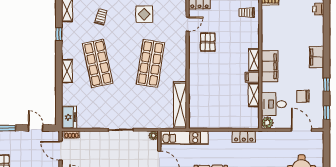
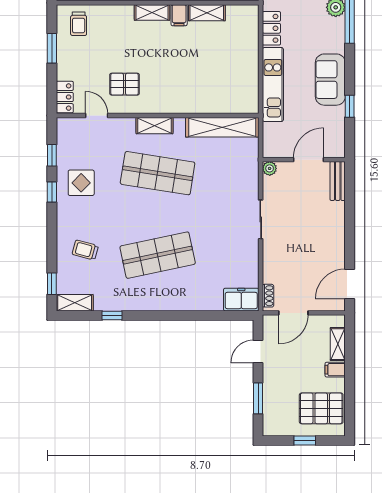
shelving: (67, 71) -> (155, 126), moved
kitchen unit: (184, 138) -> (273, 85), moved

